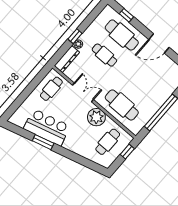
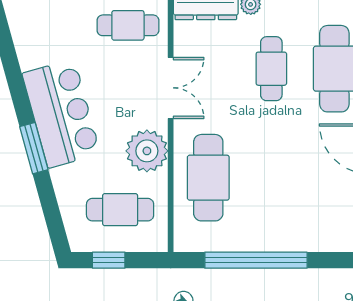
bar counter: (47, 127) -> (61, 114), moved
window: (43, 142) -> (34, 148), moved
window: (127, 151) -> (109, 260), moved

